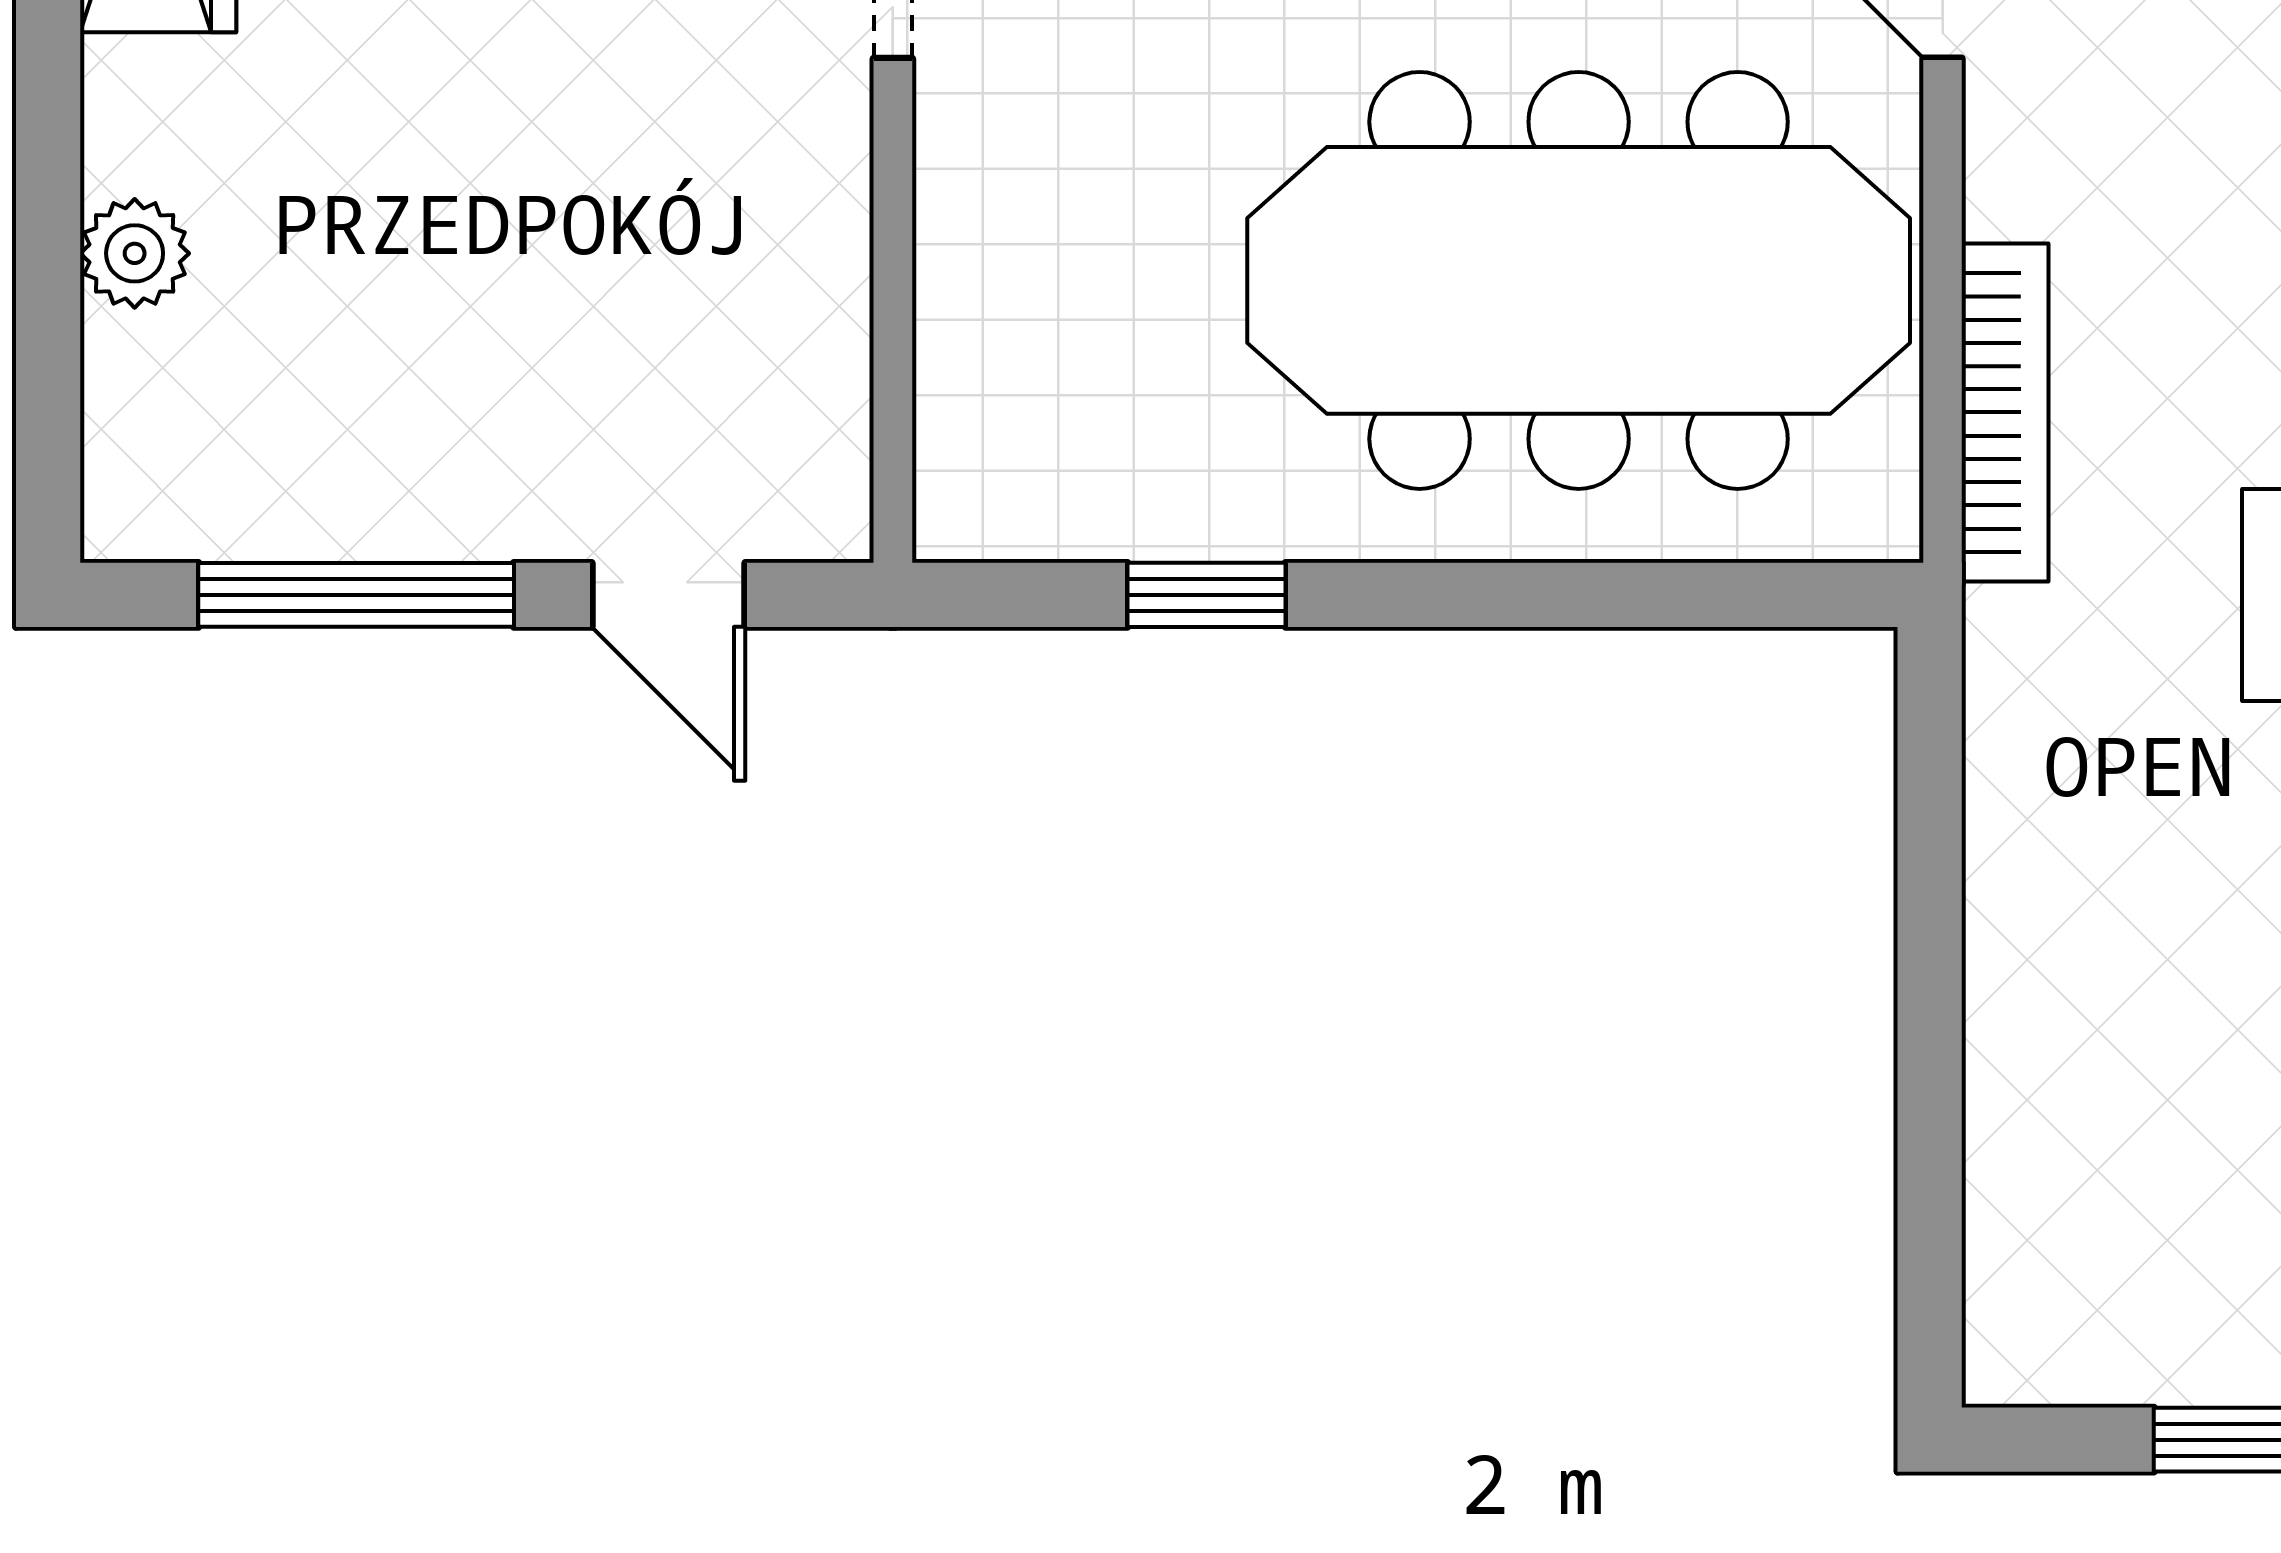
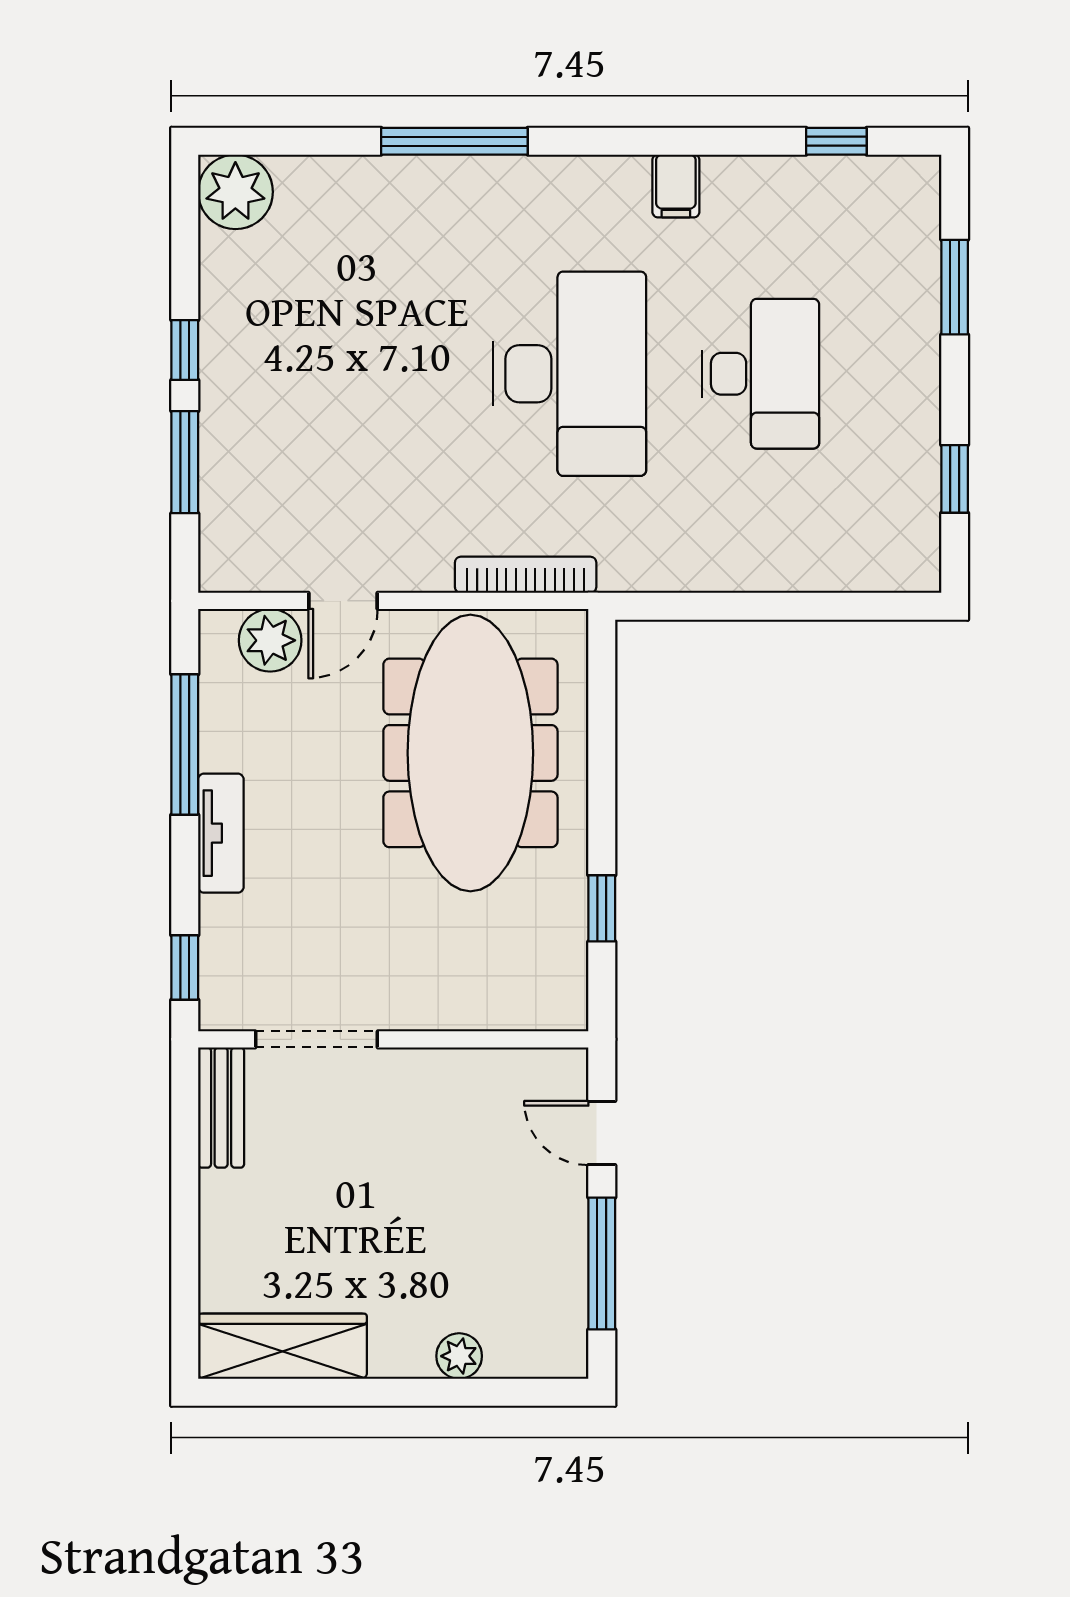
door: (668, 595) -> (602, 1133), swing flipped

